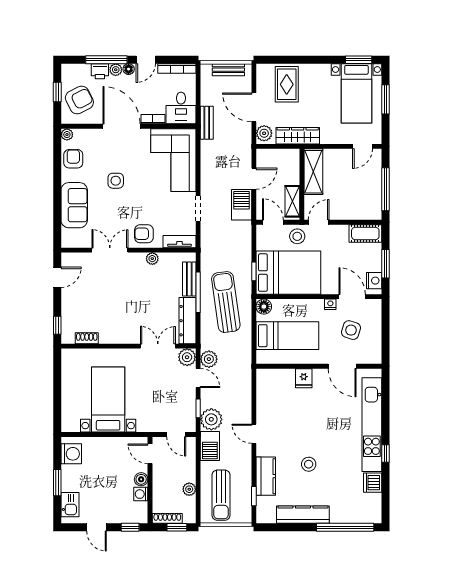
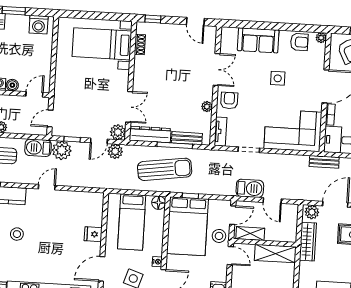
bed with nightstands: (108, 400) -> (102, 44), moved, turned 180

